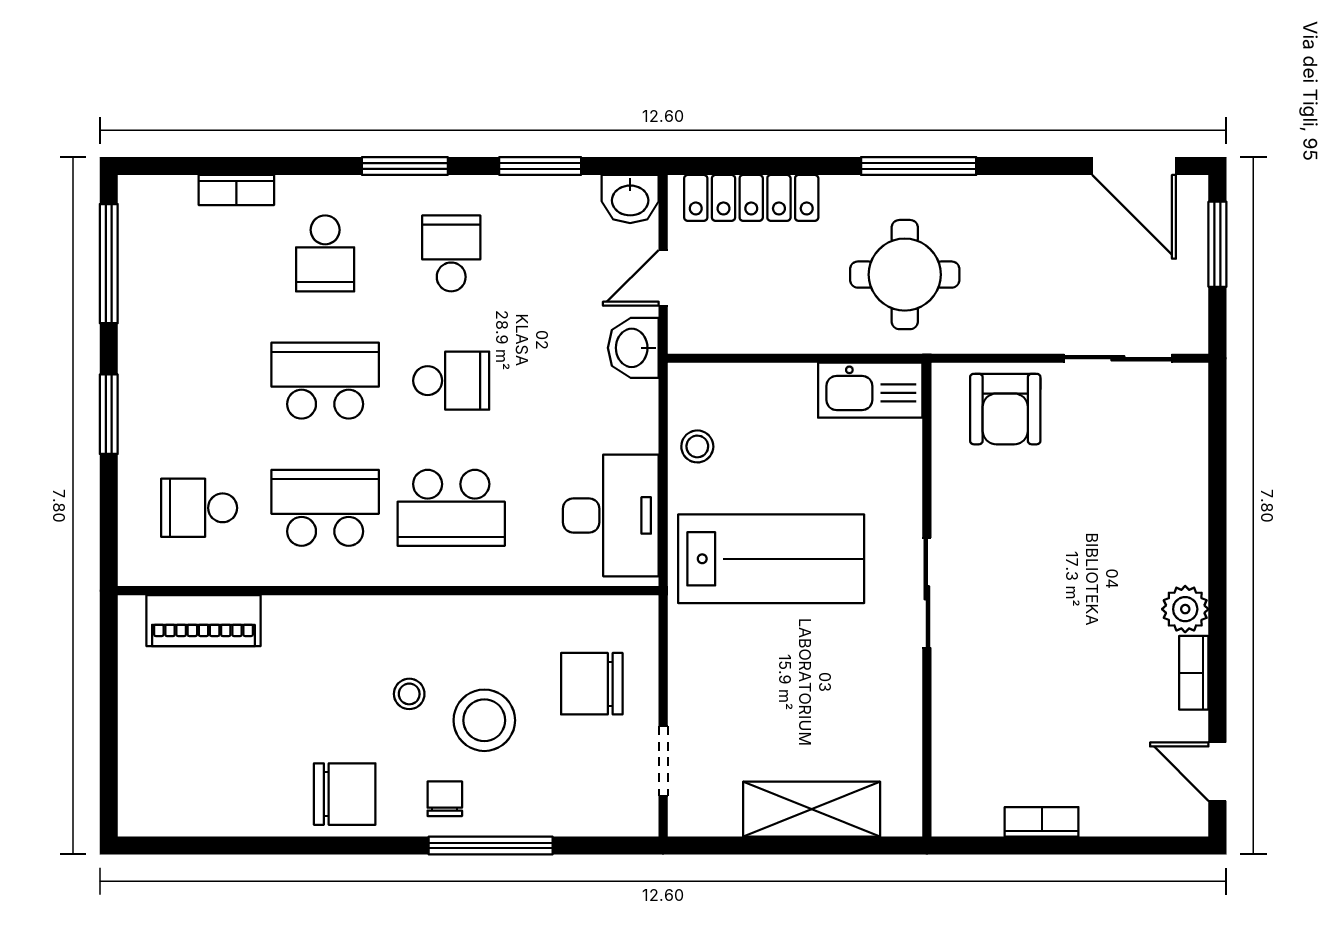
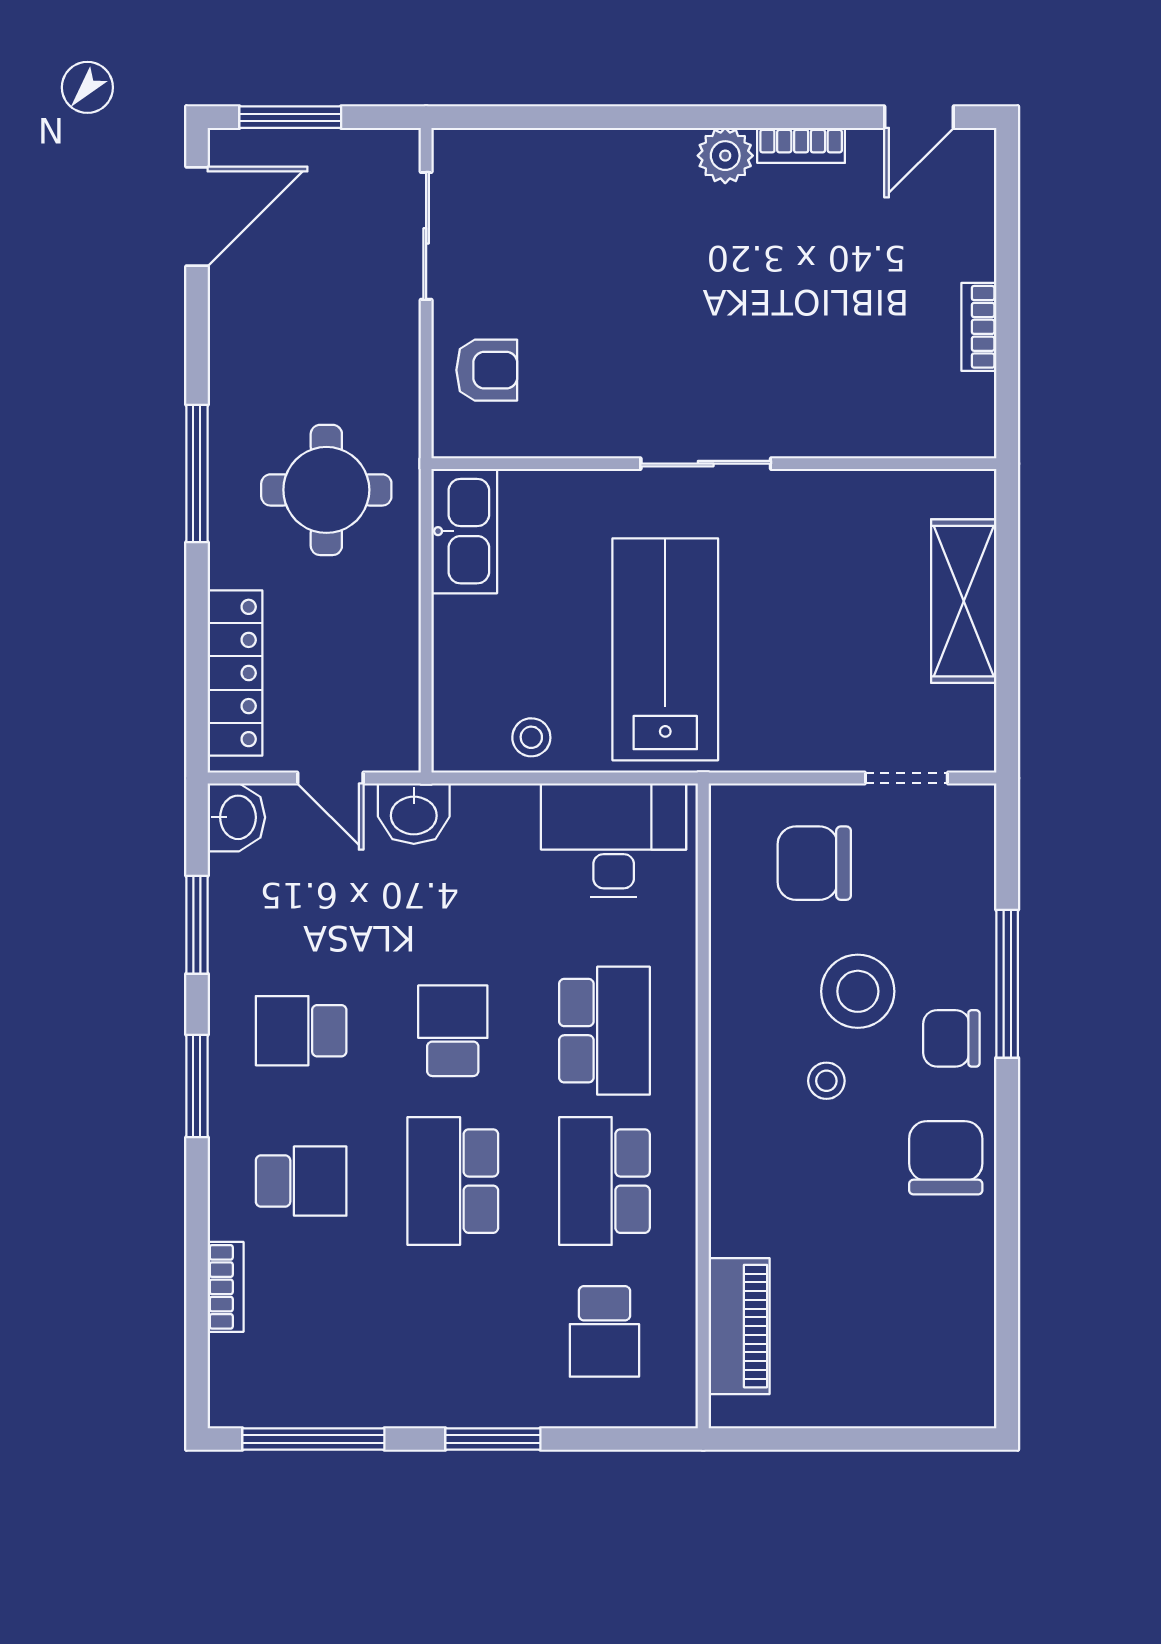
armchair: (1005, 409) -> (487, 370), width x0.72, depth x0.72
chair: (592, 684) -> (814, 863), turned 90
chair: (445, 799) -> (951, 1038), width x1.37, depth x1.37

